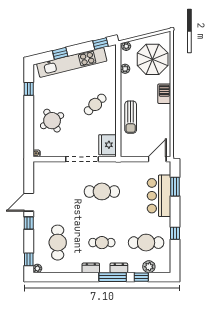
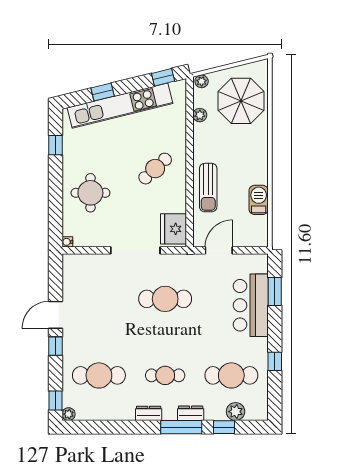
barbecue: (164, 94) -> (259, 200), moved
round table: (52, 121) -> (90, 193), turned 31
door: (157, 159) -> (219, 250), moved
cafe table: (58, 243) -> (99, 375), turned 90

